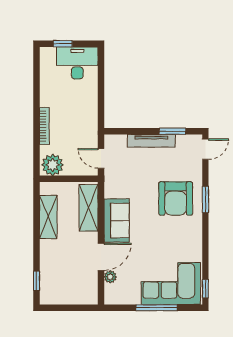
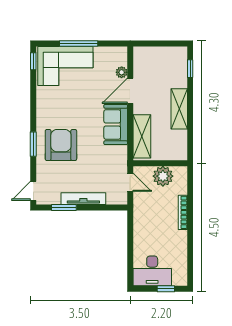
plant: (53, 165) -> (163, 176), moved
shelving: (48, 217) -> (179, 109), moved

